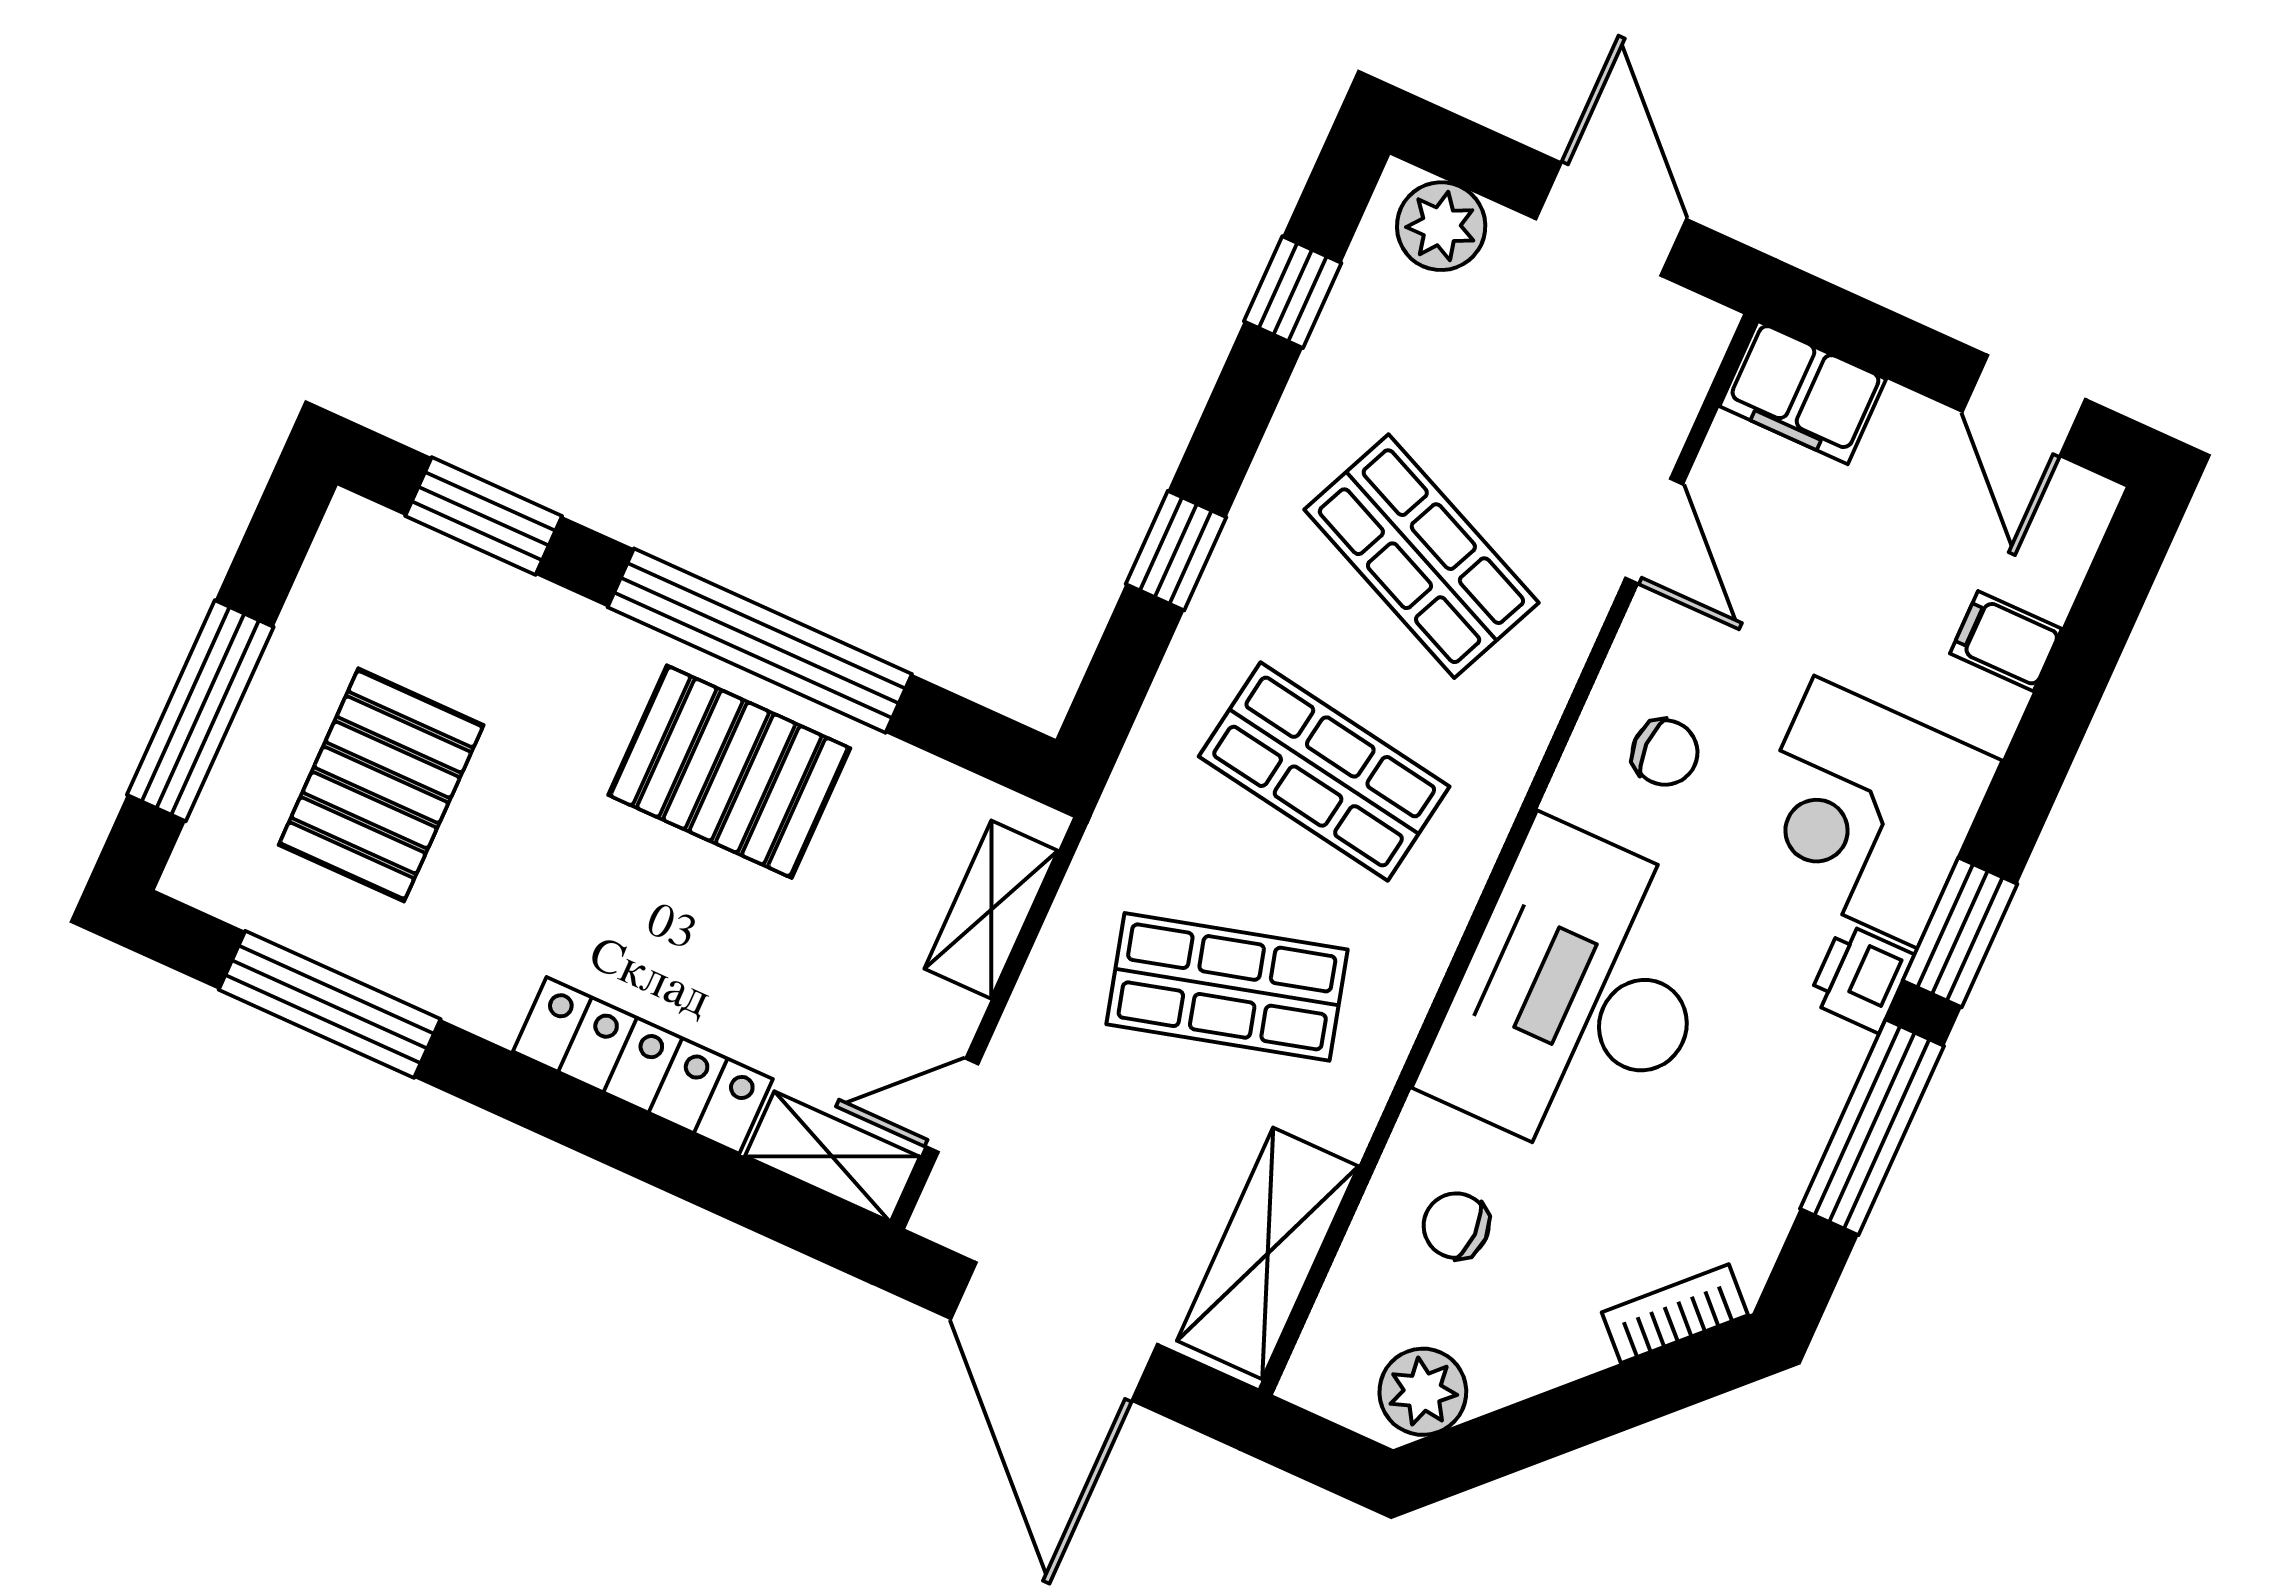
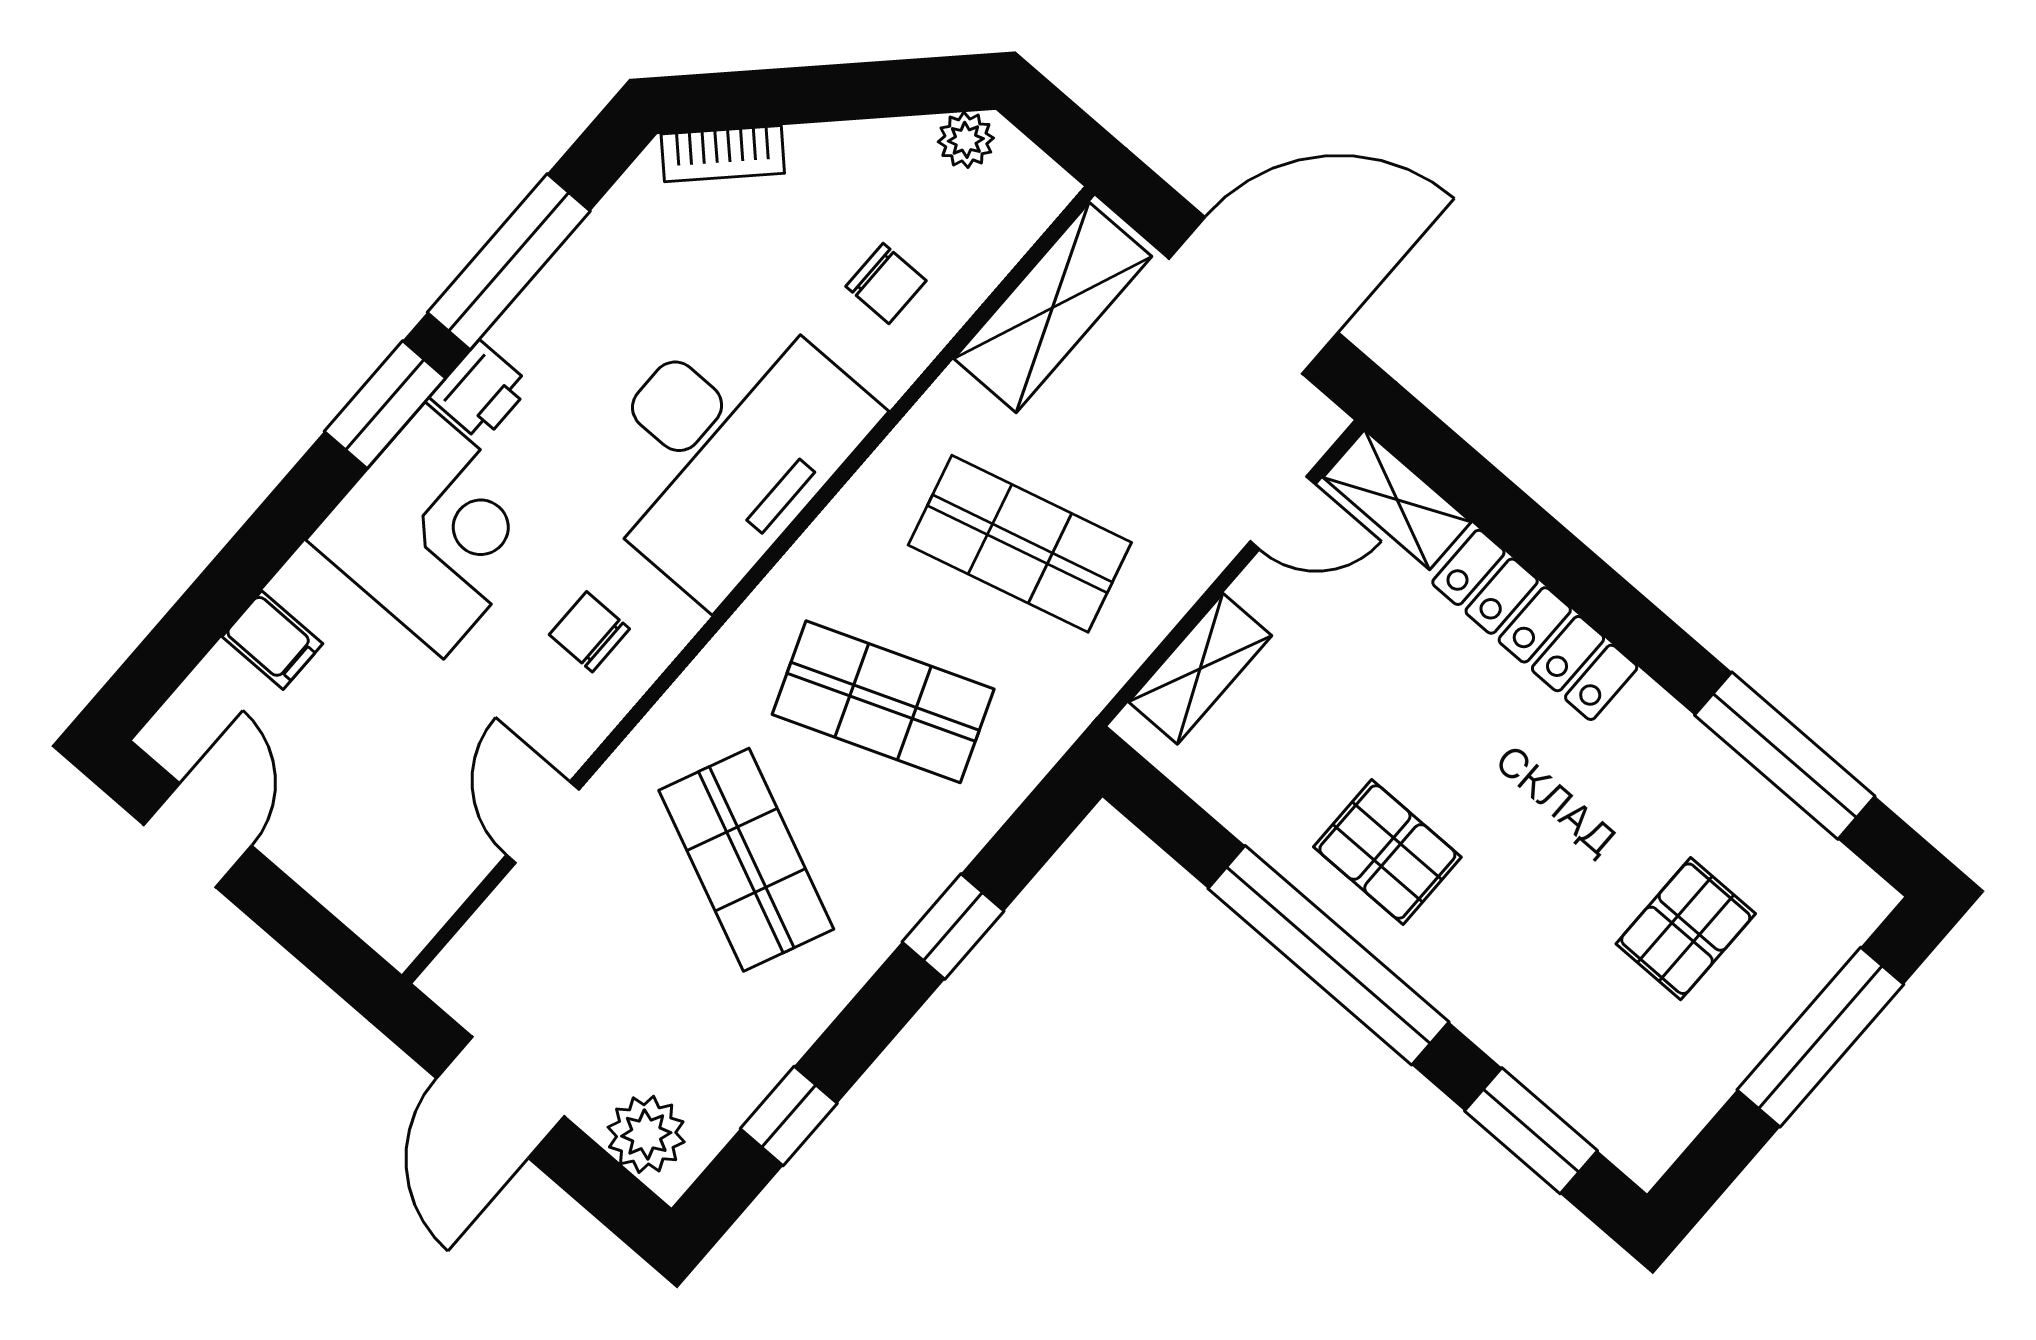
filing cabinet: (1803, 393) -> (382, 902), removed
pallet: (729, 772) -> (1387, 852), width x0.67, depth x0.71
shop shelf: (1324, 772) -> (883, 702), turned -30
pallet: (381, 785) -> (1686, 929), width x0.67, depth x0.71
door: (1054, 1331) -> (1254, 295), hinge flipped
plant: (1423, 1392) -> (966, 140), width x0.73, depth x0.73

